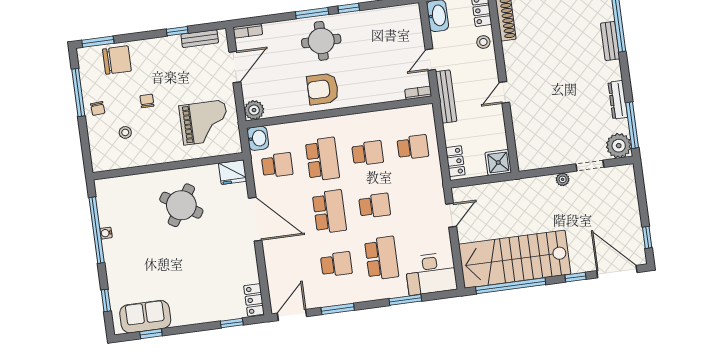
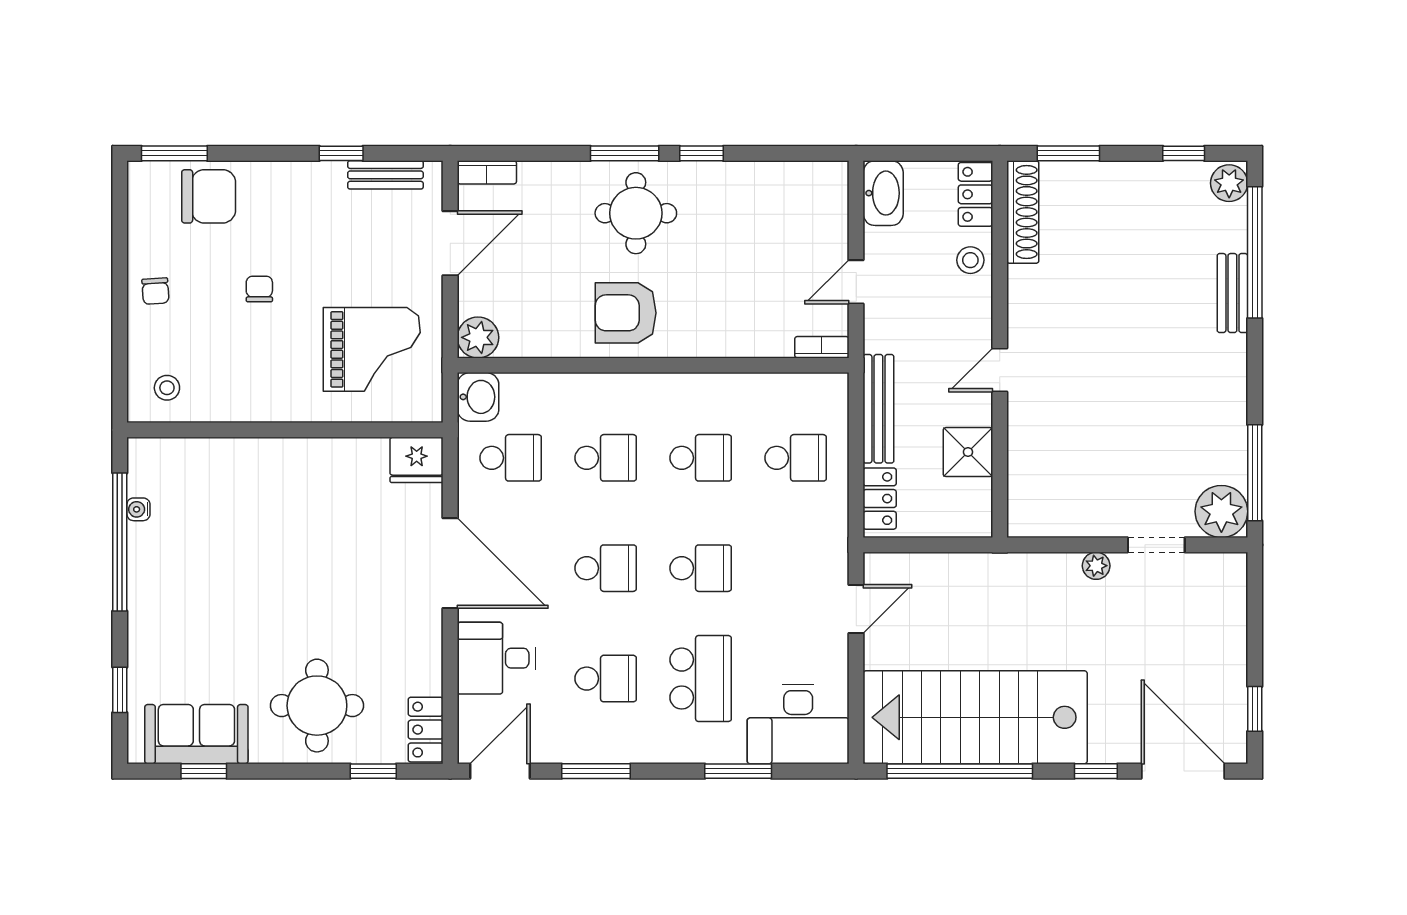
window: (78, 92) -> (120, 253), removed
bench: (446, 97) -> (878, 409), moved
dresser: (618, 100) -> (1232, 417), removed
stool: (125, 132) -> (167, 388), moved
school desk: (322, 159) -> (606, 458), width x0.54
shower: (498, 162) -> (968, 452), moved
round table: (181, 205) -> (317, 706), moved, turned -32
school desk: (329, 212) -> (606, 568), width x0.54
water cooler: (106, 233) -> (138, 509), moved
desk: (283, 261) -> (496, 658), added

